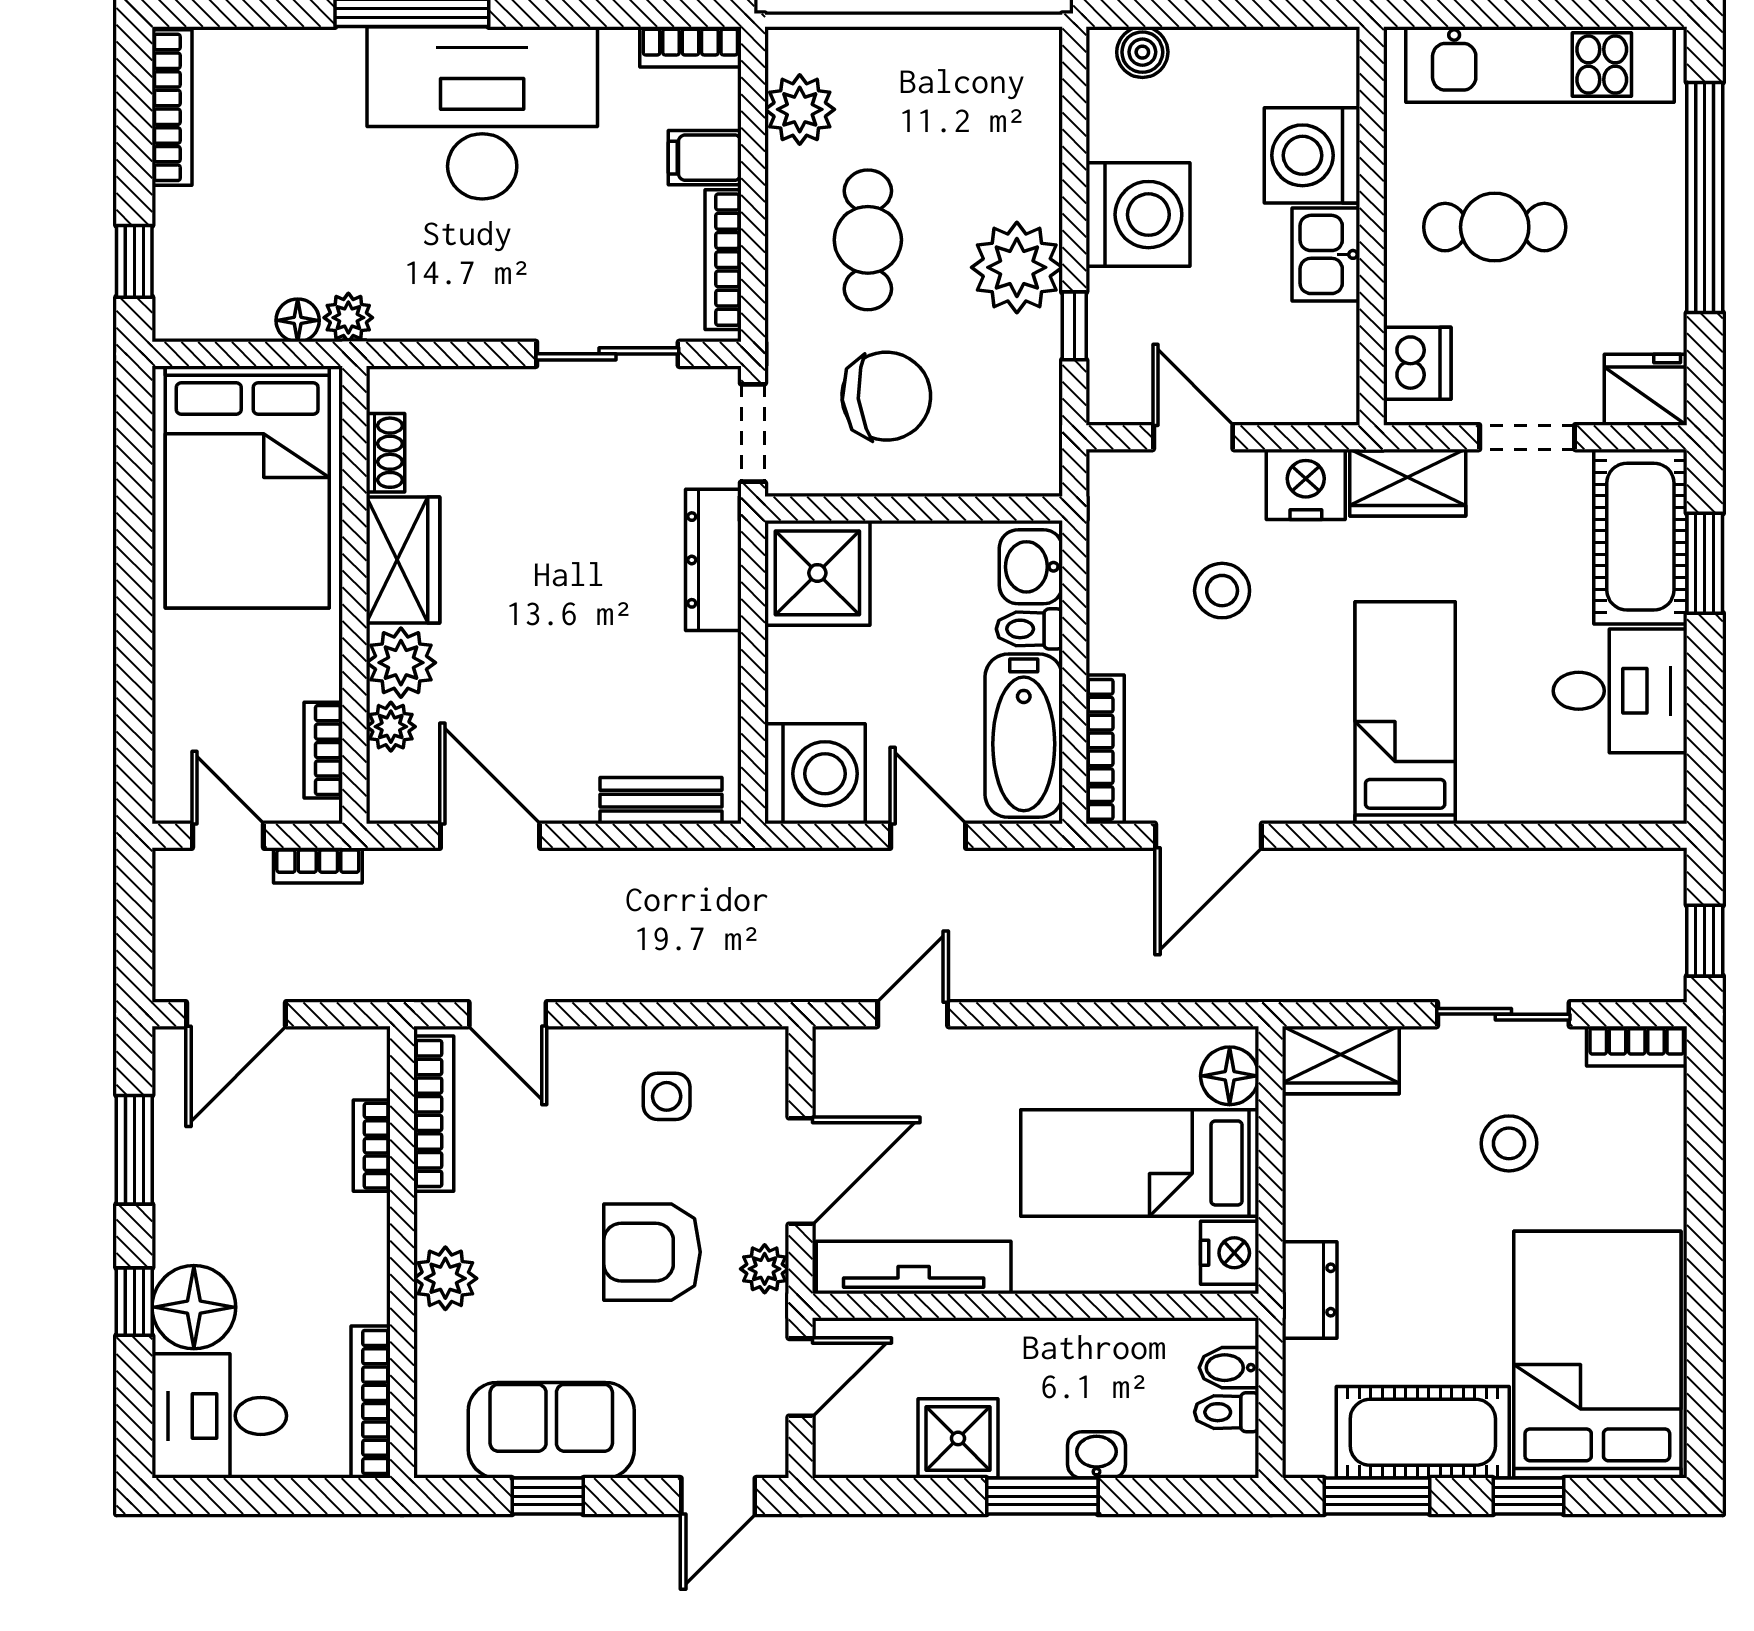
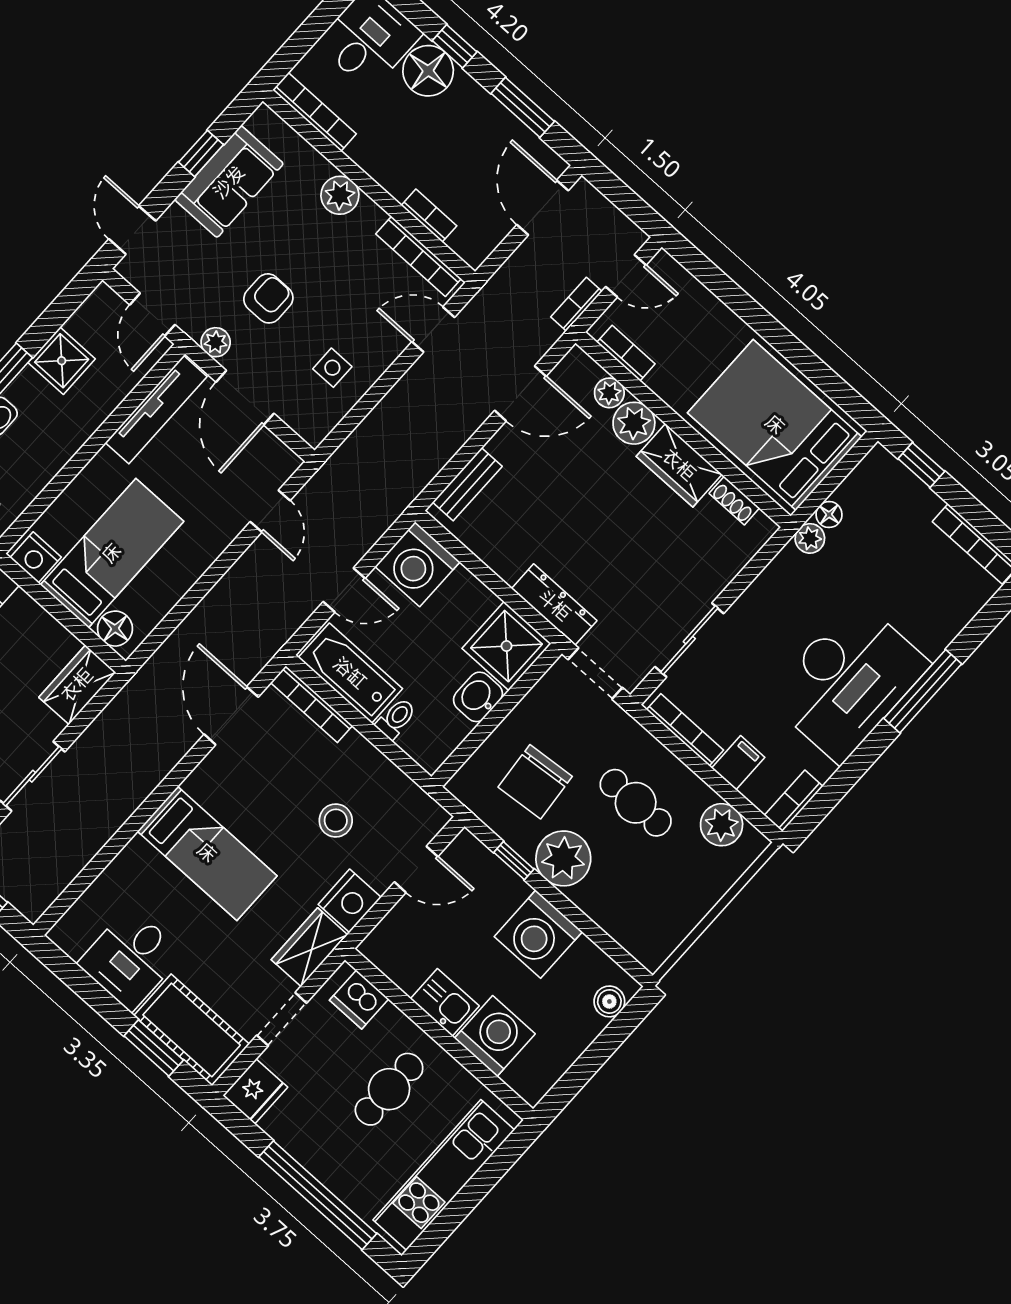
chair: (886, 396) -> (535, 782), moved
washbasin: (1031, 567) -> (478, 697), moved, turned -90
armchair: (652, 1252) -> (268, 298), width x0.72, depth x0.72

